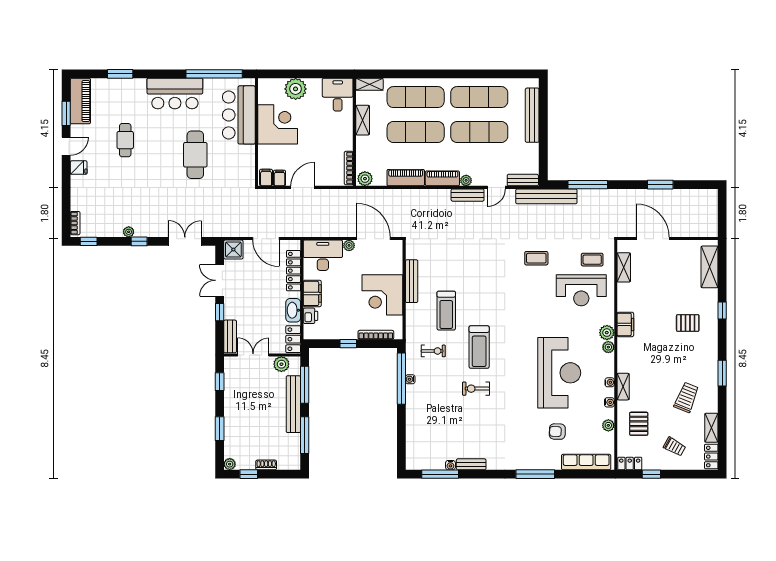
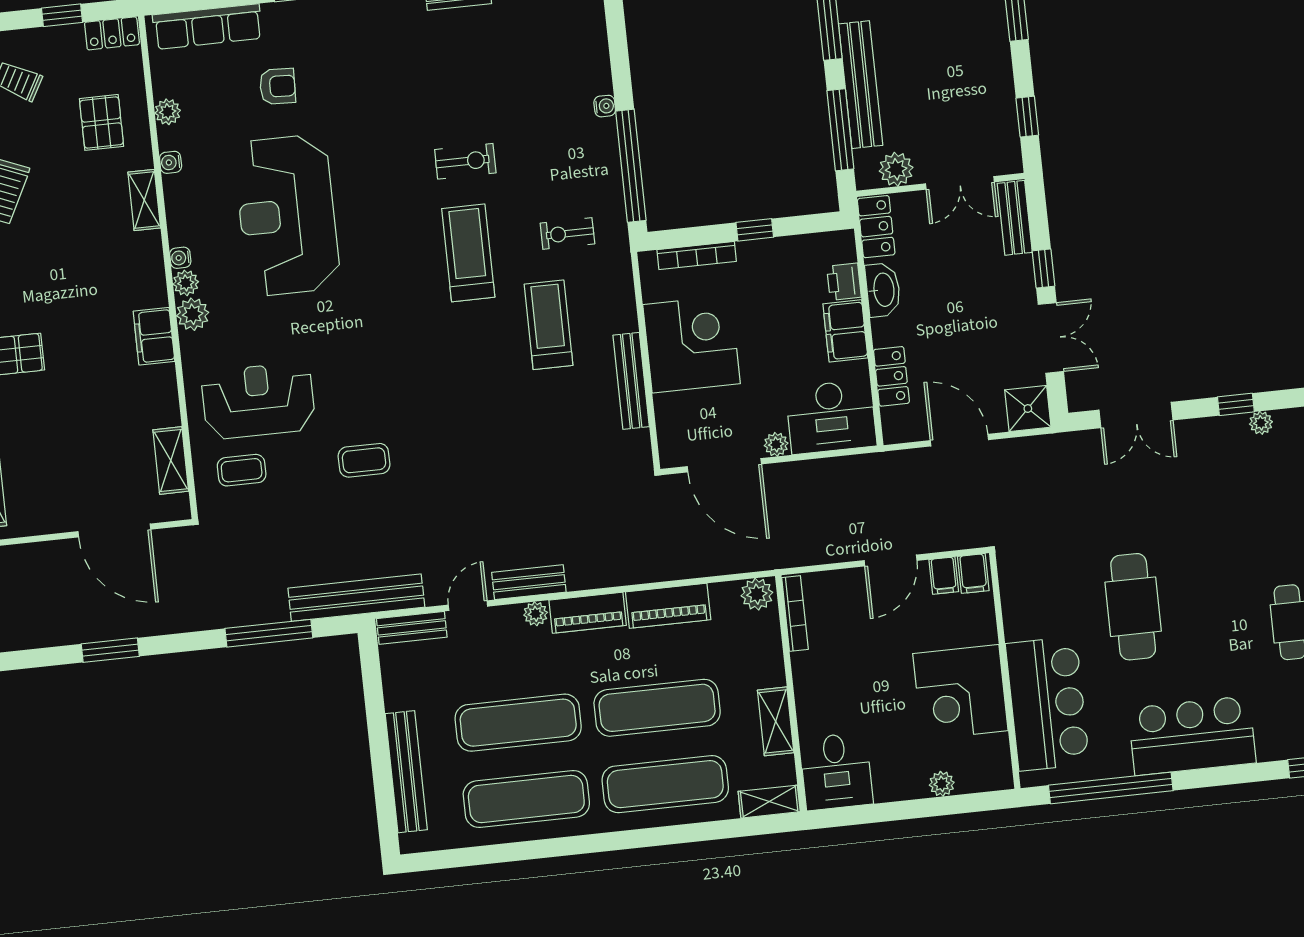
plant: (296, 89) -> (942, 784), width x0.53, depth x0.53
locker: (294, 271) -> (891, 376), width x0.66
water cooler: (410, 379) -> (605, 106), moved
water cooler: (610, 382) -> (180, 258), moved

